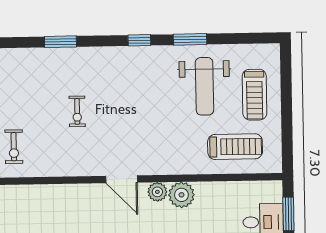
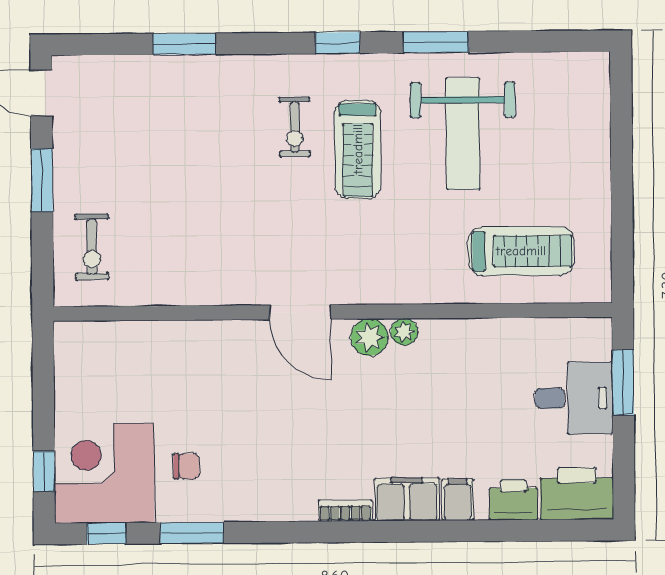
treadmill: (255, 95) -> (358, 149), moved
exercise bike: (77, 111) -> (295, 127), moved
plant: (181, 195) -> (404, 332), width x0.53, depth x0.53

